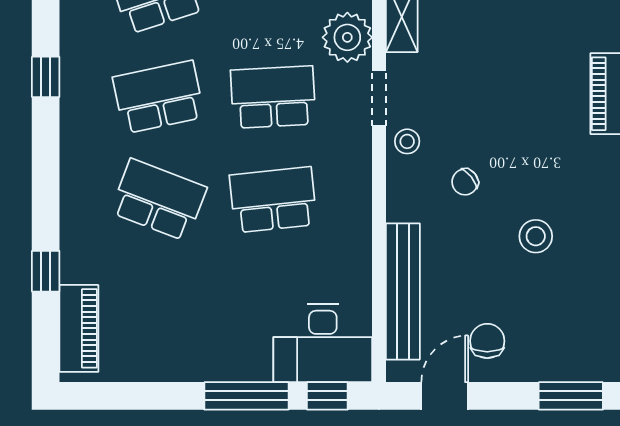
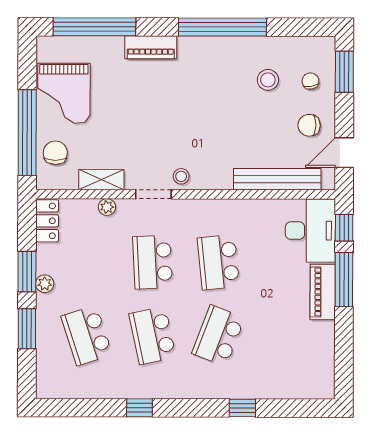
plant: (347, 37) -> (107, 207), width x0.53, depth x0.53
chair: (465, 182) -> (310, 81), moved, turned -152
stool: (536, 236) -> (268, 80), moved
window: (46, 271) -> (242, 408), moved
piano: (79, 328) -> (323, 292), moved, turned -90
door: (445, 396) -> (344, 153), hinge flipped

